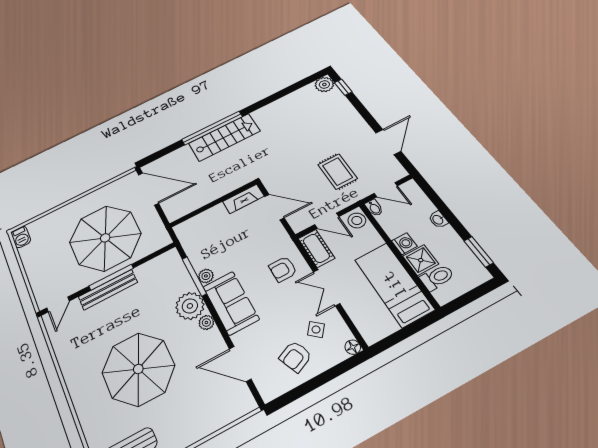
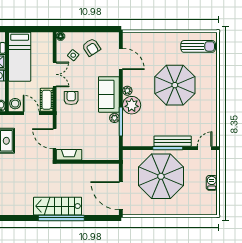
barbecue: (21, 237) -> (212, 183), moved
armchair: (283, 269) -> (71, 98), turned -90
armchair: (295, 356) -> (91, 47), turned 80

